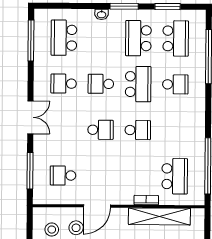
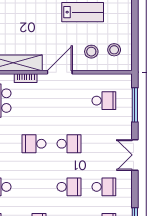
school desk: (138, 84) -> (34, 187), removed
school desk: (101, 130) -> (69, 144), turned 180
door: (97, 206) -> (60, 72), moved

